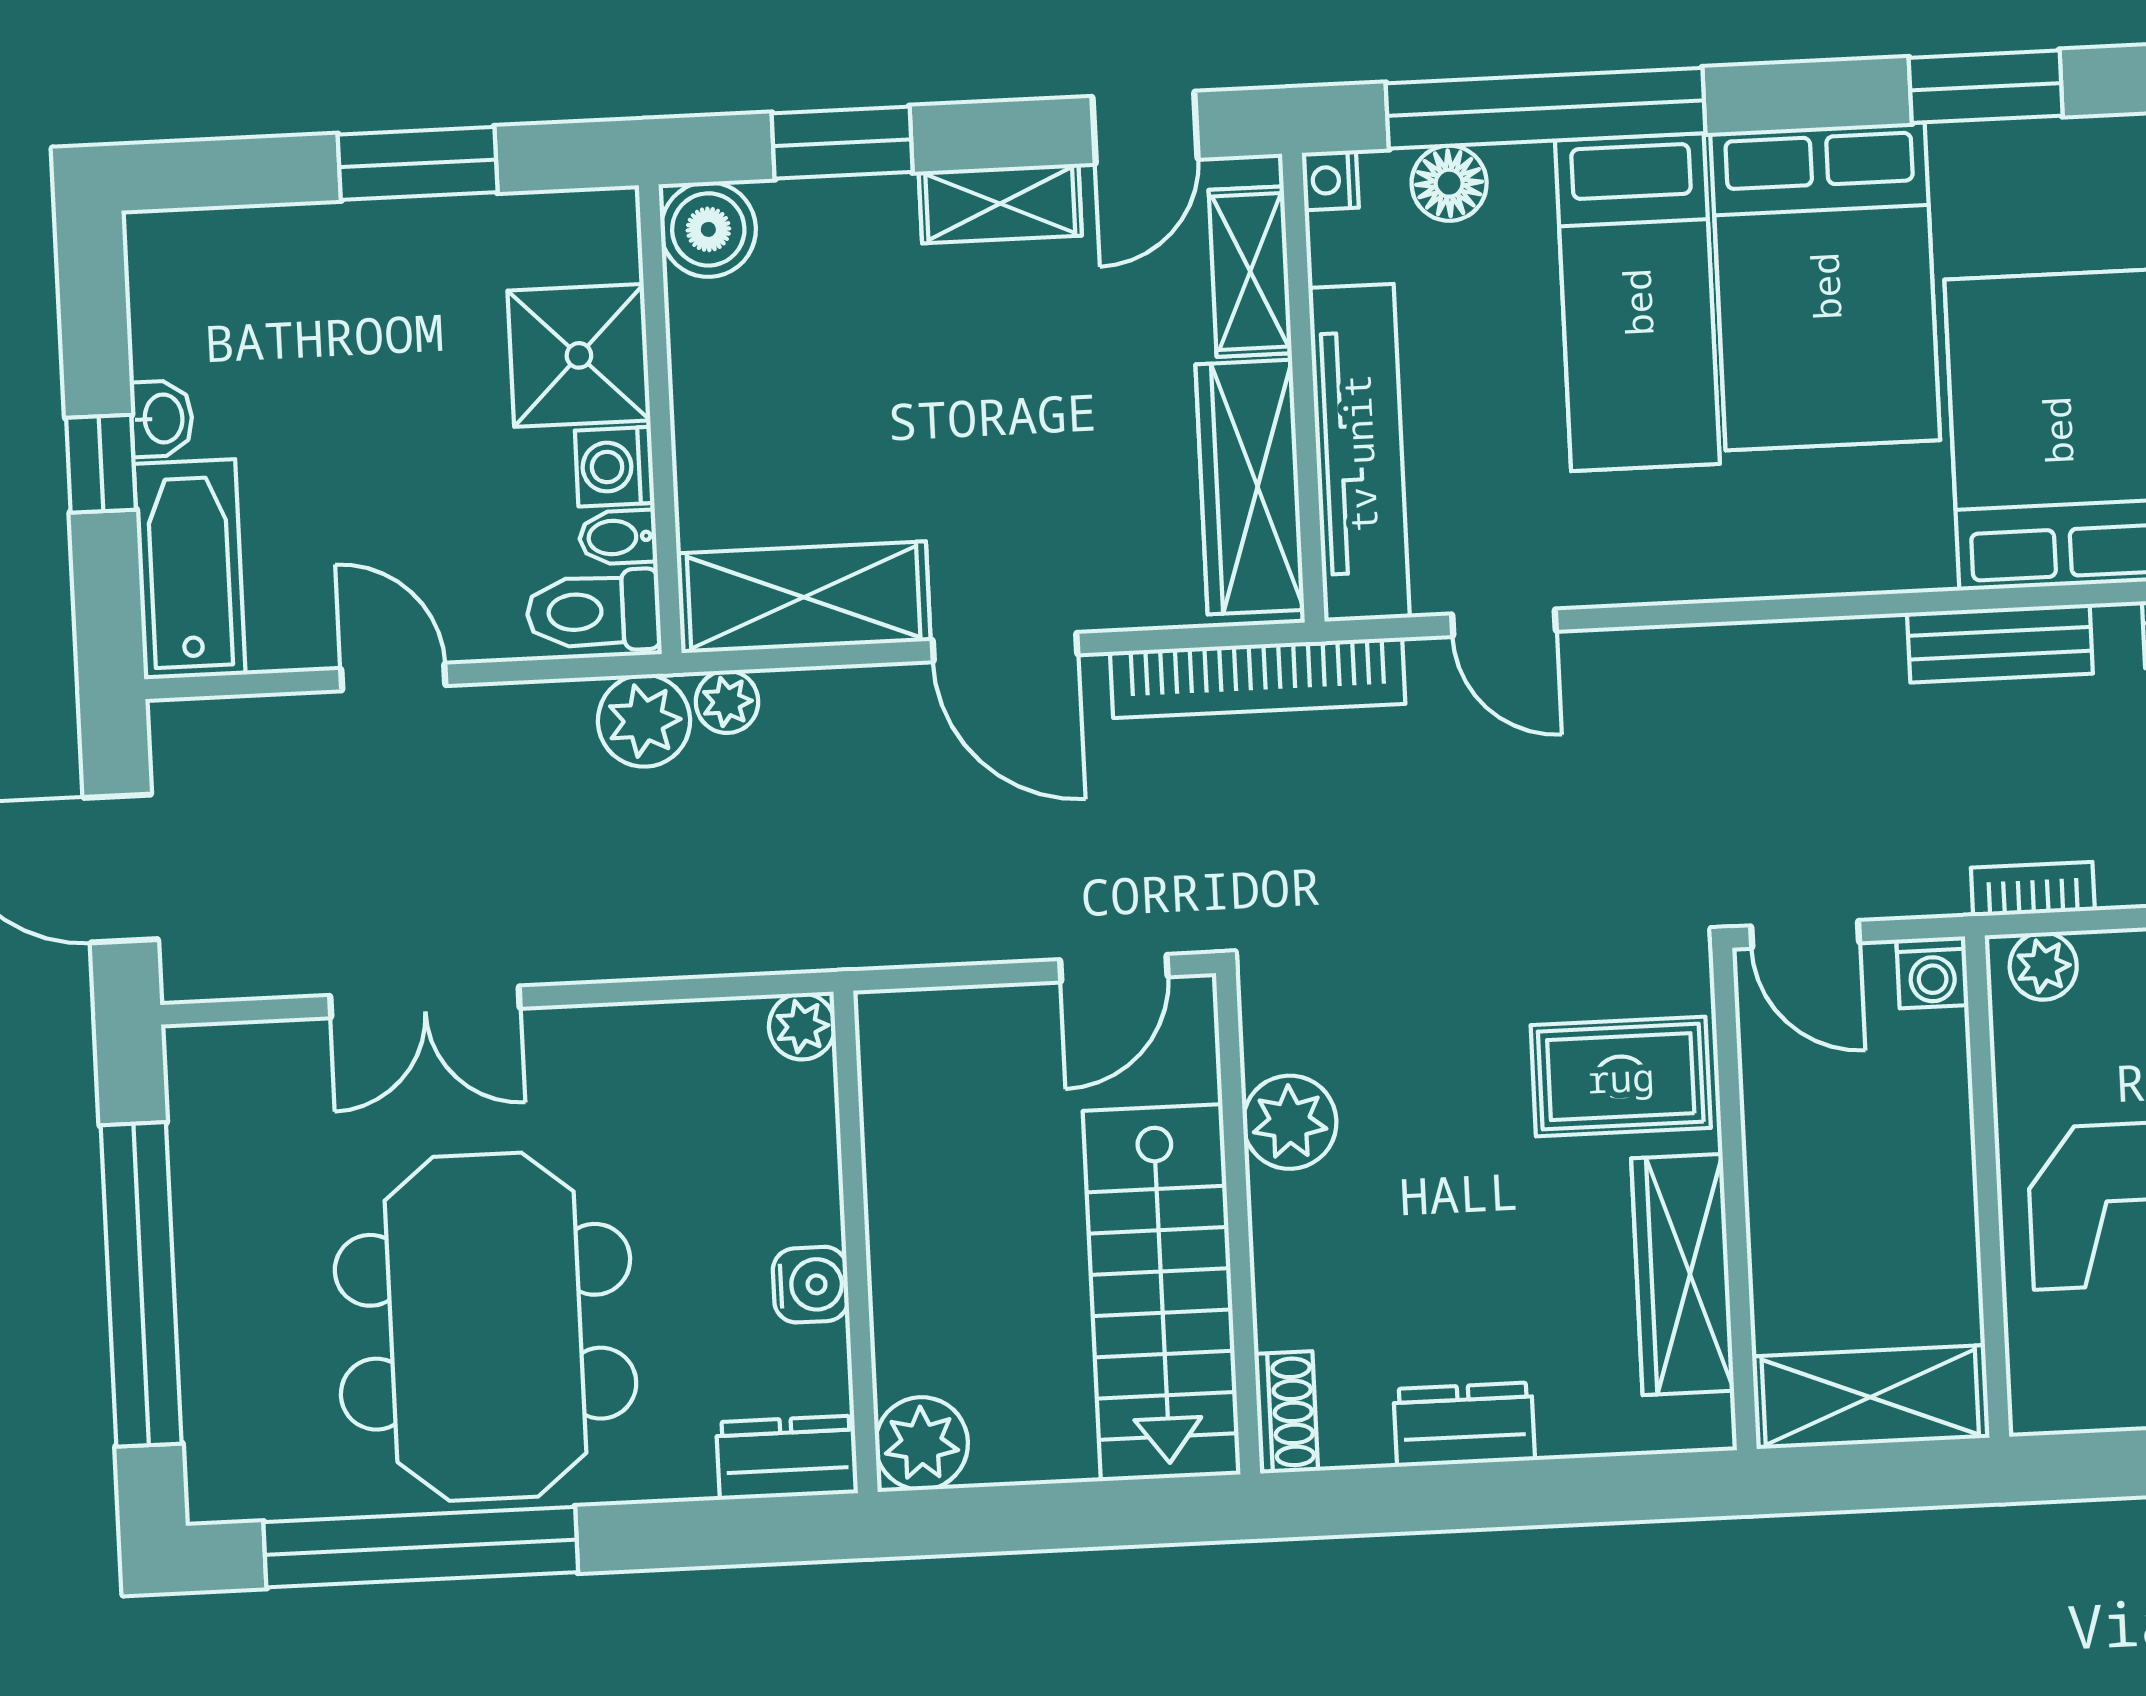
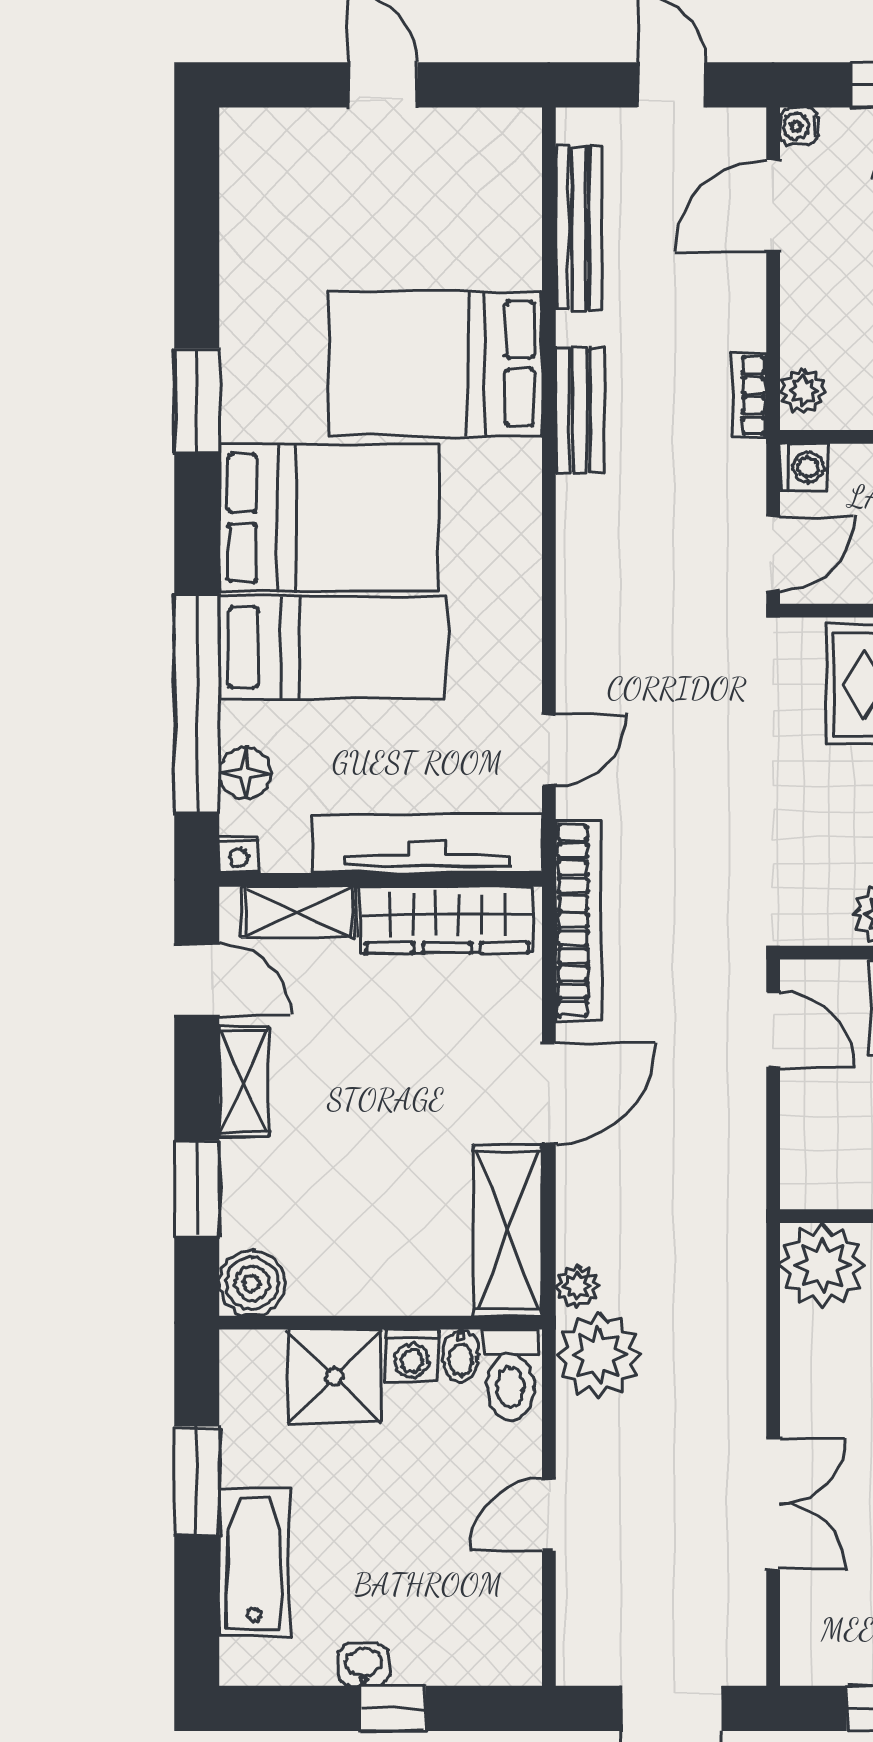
bathtub: (190, 569) -> (254, 1562), moved, turned 90
plant: (644, 721) -> (599, 1355), width x1.36, depth x1.36
plant: (802, 1026) -> (822, 1266), width x1.88, depth x1.88

